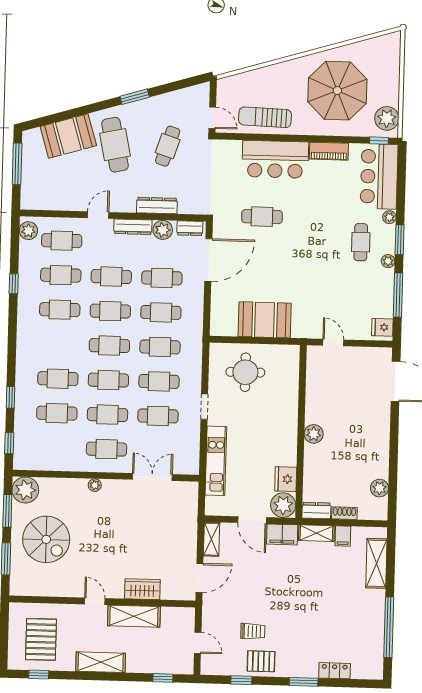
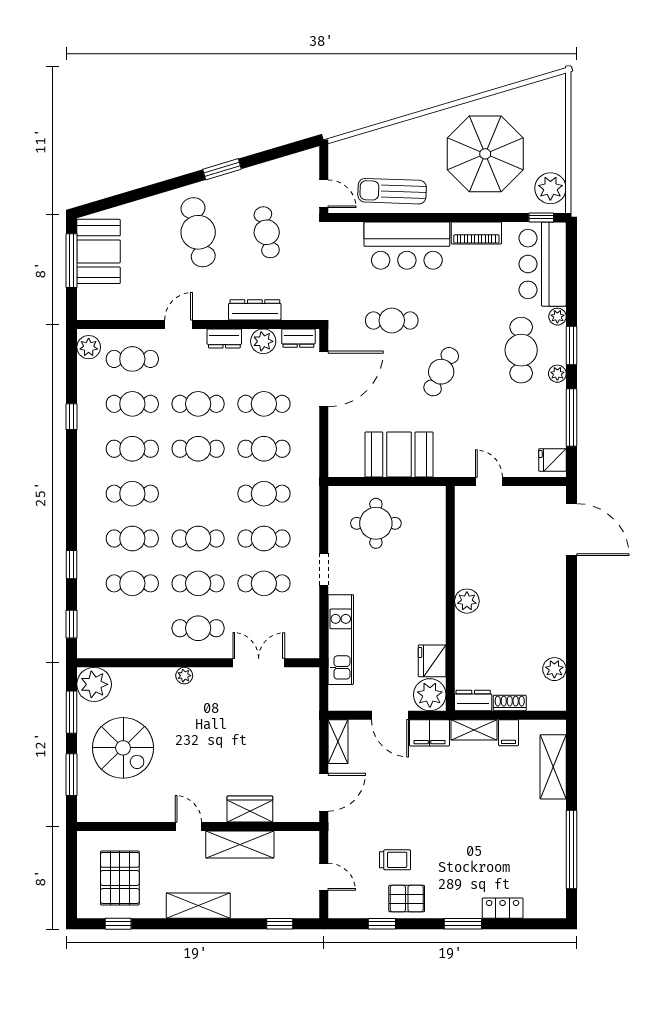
booth: (68, 136) -> (99, 251), moved, turned -73
cafe table: (168, 146) -> (267, 232), turned -30
dresser: (133, 227) -> (224, 338), width x0.70
cafe table: (361, 242) -> (521, 350), width x1.37, depth x1.35
cafe table: (299, 257) -> (441, 372), added
cafe table: (109, 346) -> (132, 494), moved

